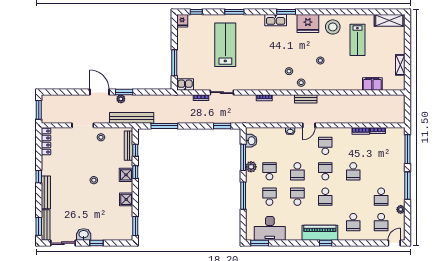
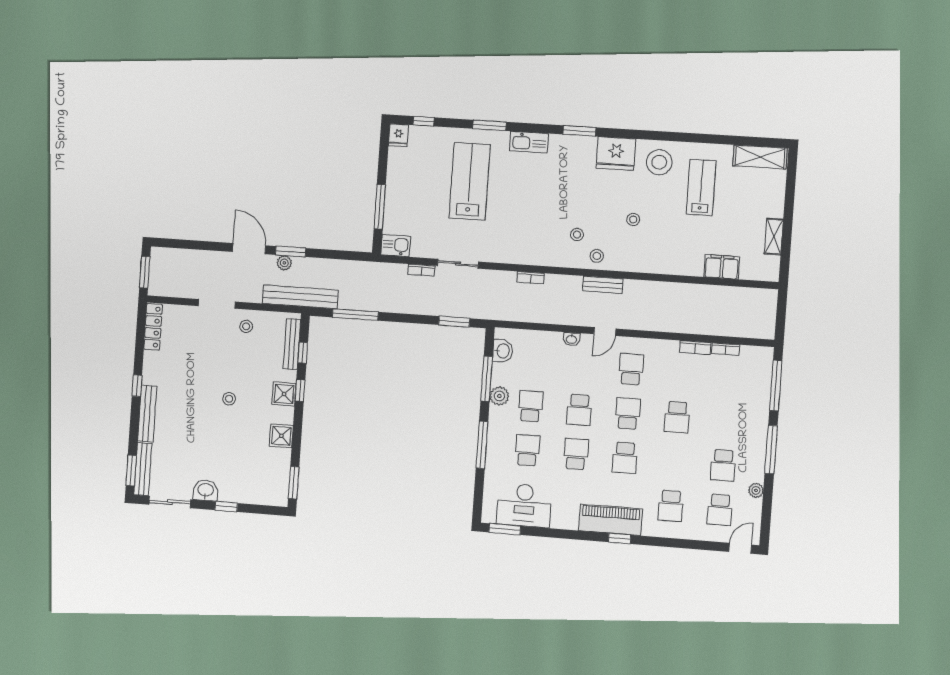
kitchen sink: (276, 20) -> (529, 142), moved
lab bench: (357, 40) -> (701, 187), turned 180

